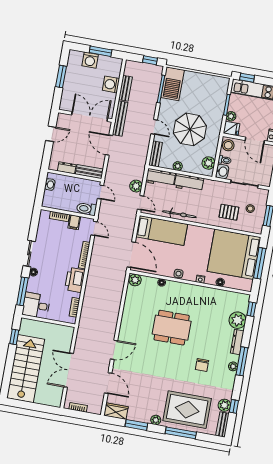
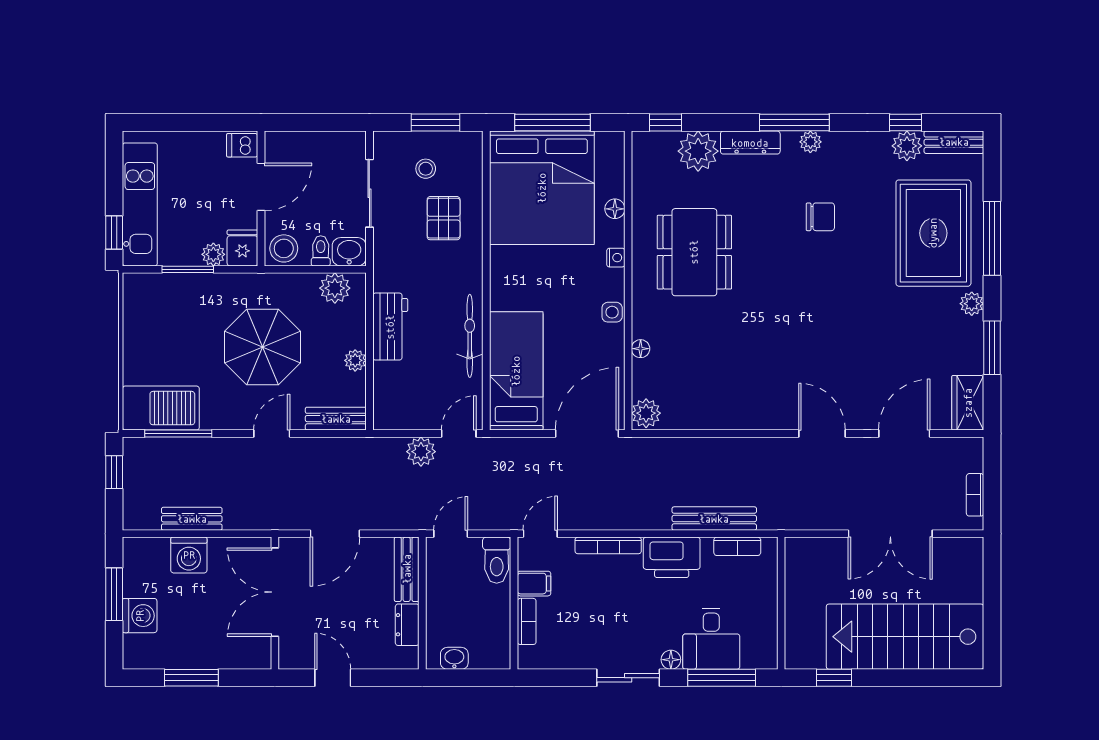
bench: (120, 118) -> (714, 519), moved
workbench: (161, 178) -> (390, 396), removed
desk: (36, 305) -> (711, 639), moved
dining table: (172, 328) -> (694, 252), moved

